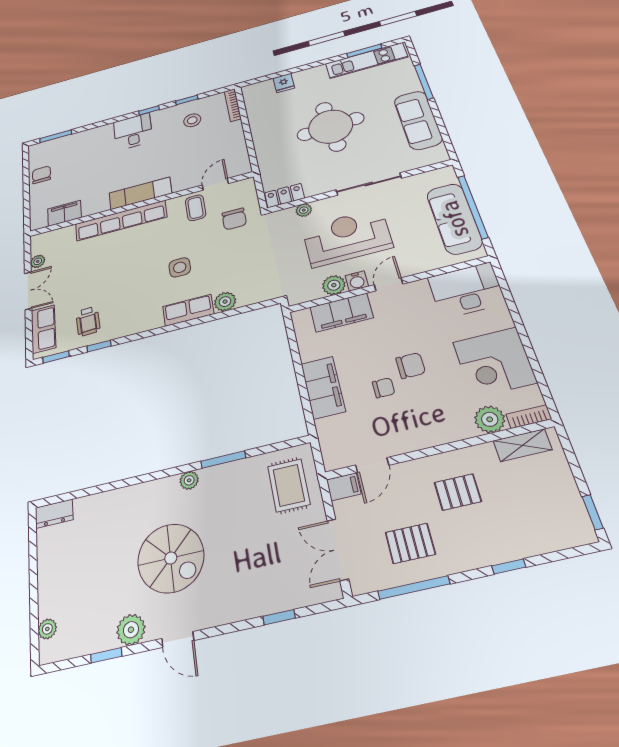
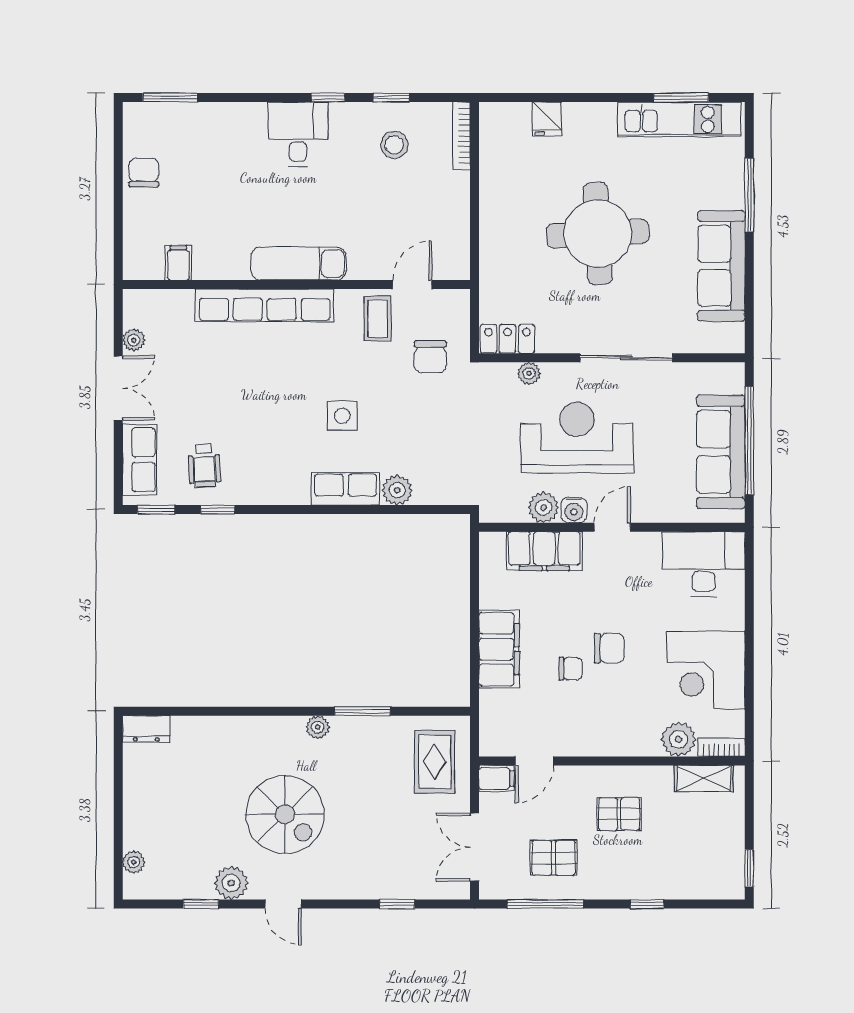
filing cabinet: (64, 213) -> (178, 263), width x0.50

